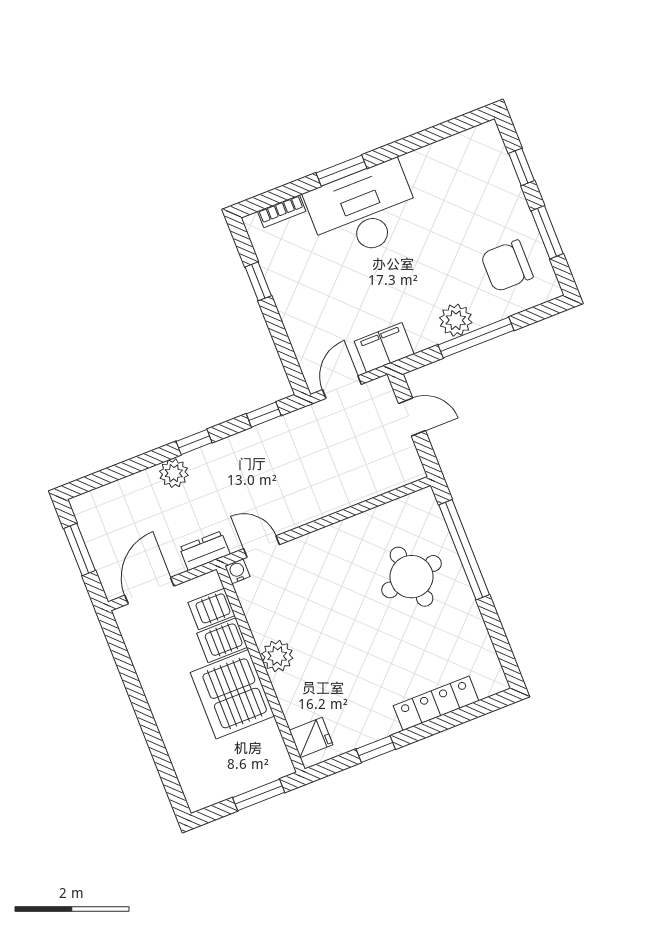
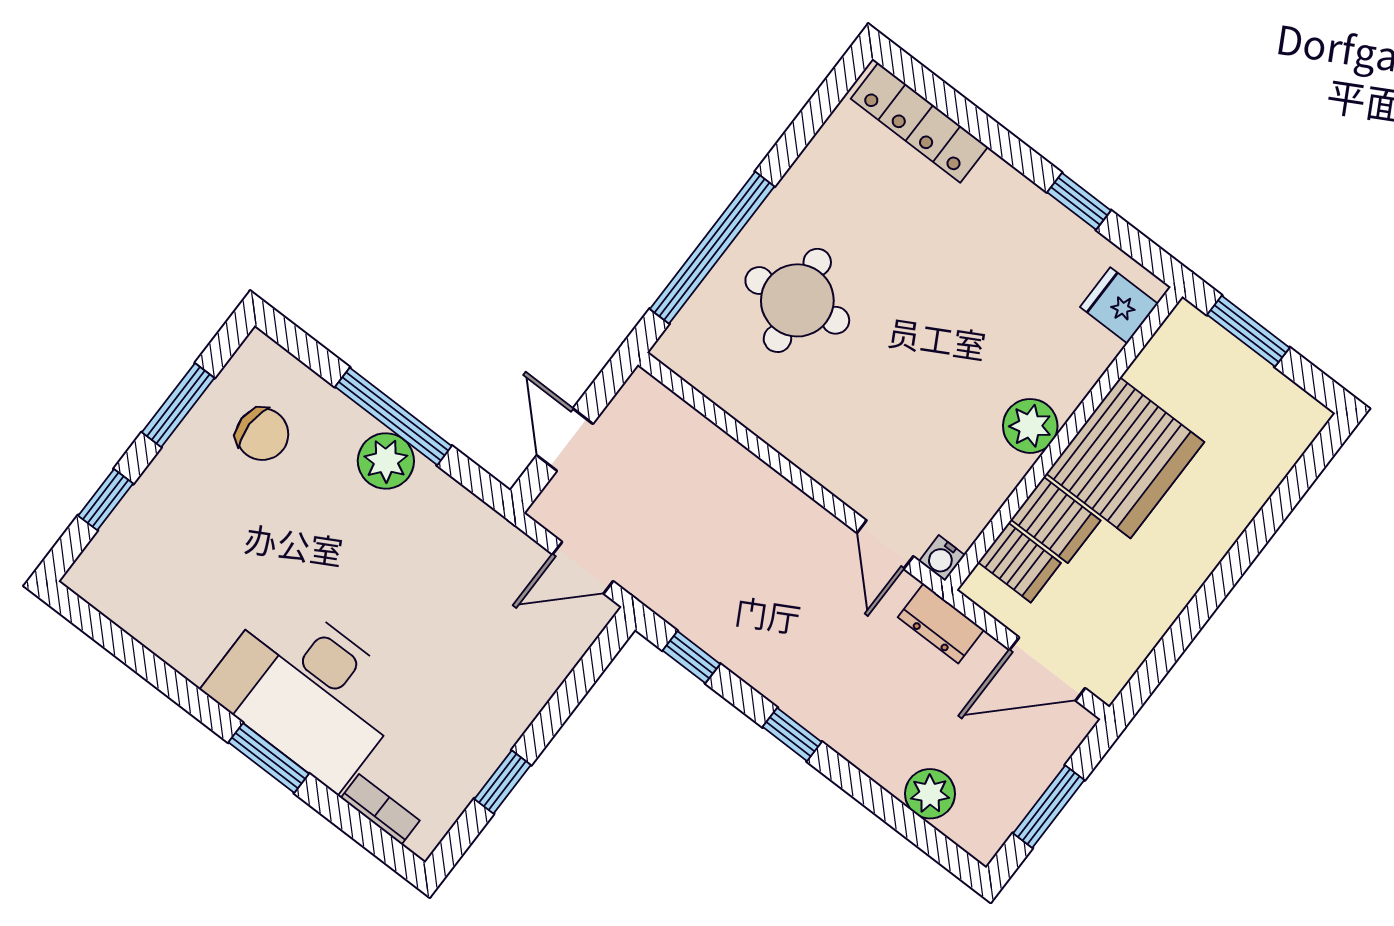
chair: (507, 266) -> (262, 434), width x0.73, depth x0.73
filing cabinet: (384, 348) -> (488, 541), removed
plant: (174, 473) -> (930, 794), moved
locker: (436, 703) -> (919, 123), moved

